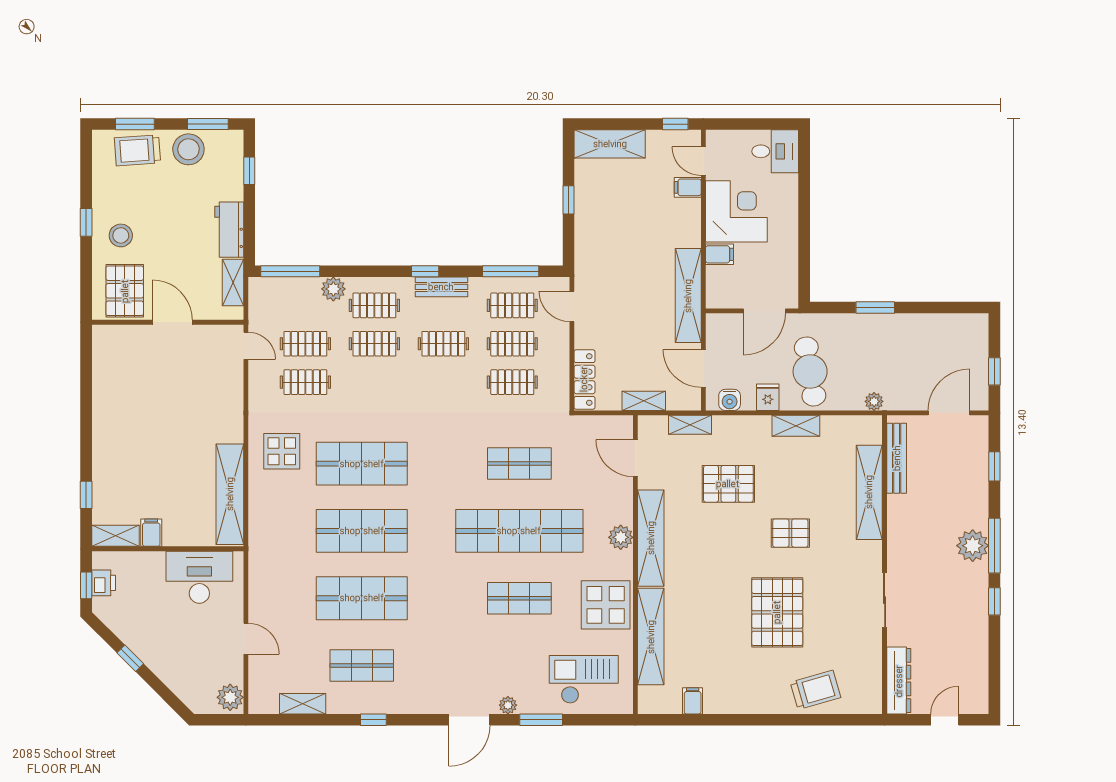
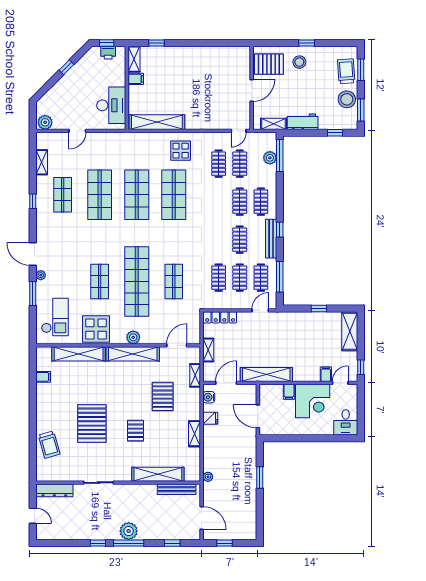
bench: (441, 287) -> (271, 239), width x1.36
plant: (333, 289) -> (270, 158), moved
cafe table: (810, 371) -> (224, 442), removed
pallet: (777, 612) -> (92, 423), turned 90

